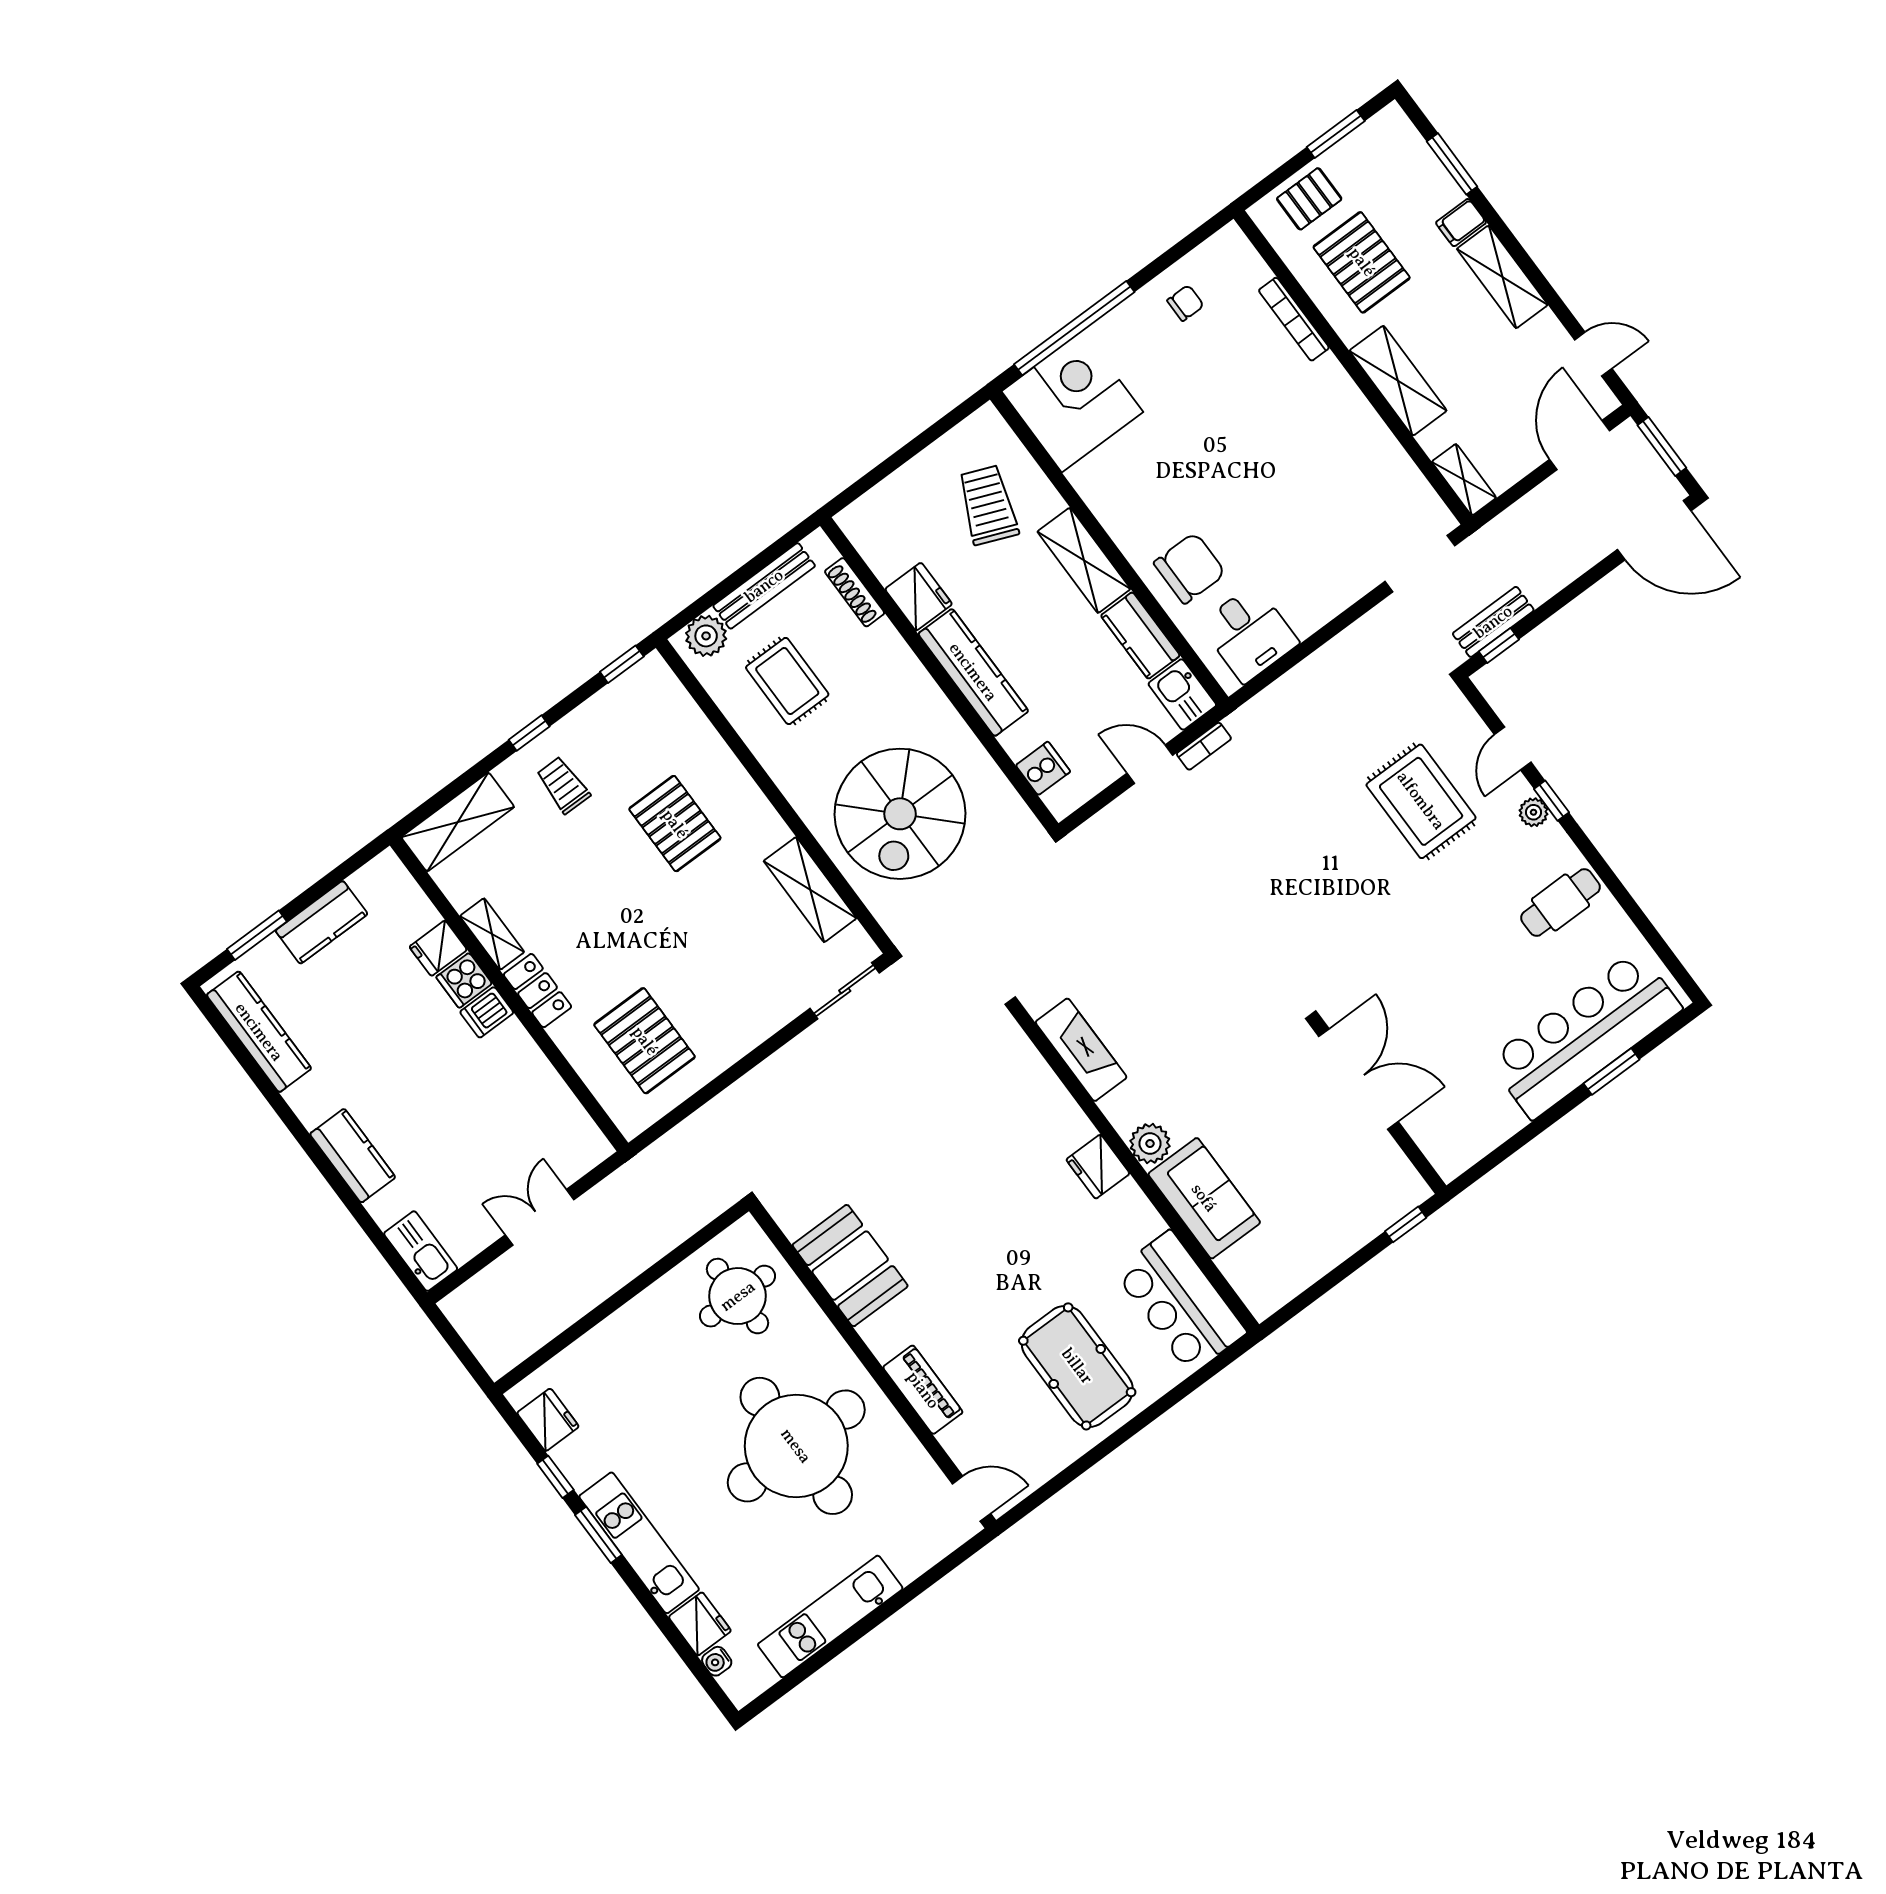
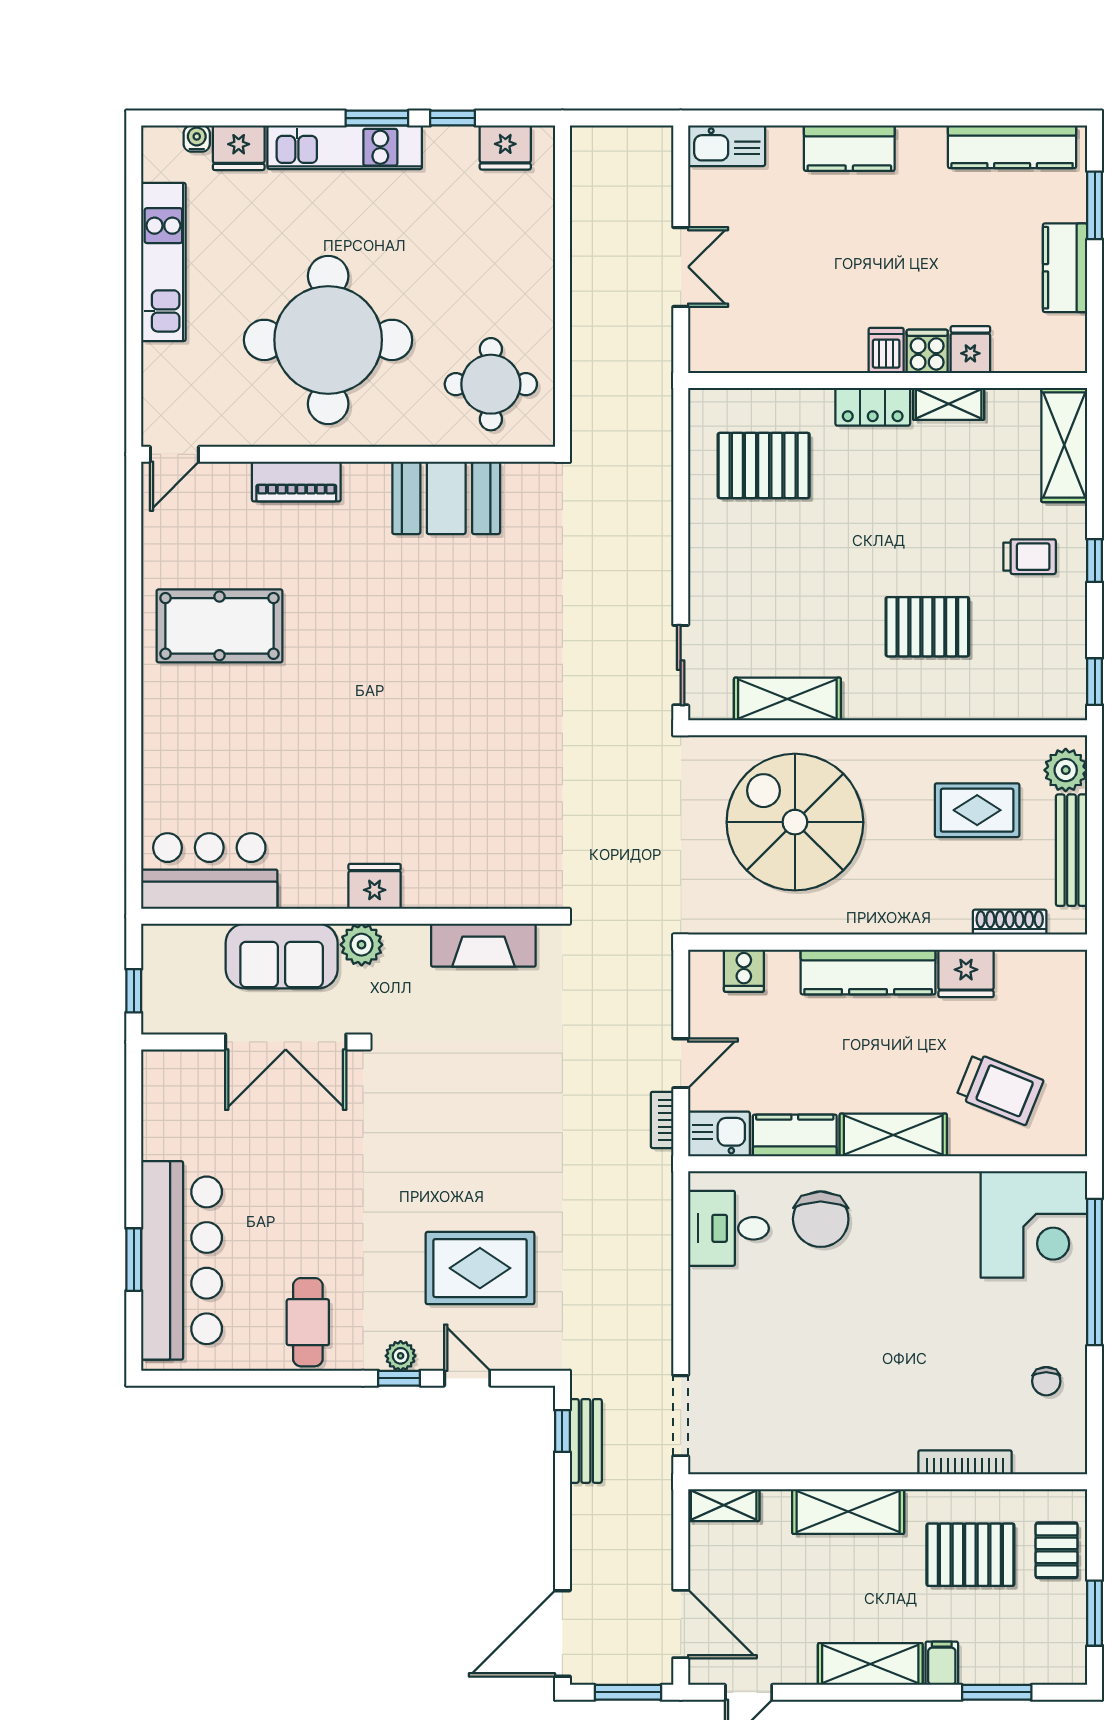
fireplace: (1081, 1050) -> (483, 945), moved
plant: (1150, 1143) -> (362, 945), moved
fridge: (1098, 1167) -> (375, 886), moved
wall: (1136, 1170) -> (348, 916), moved
sofa: (1204, 1198) -> (282, 956), moved
bar counter: (1180, 1302) -> (209, 871), moved

